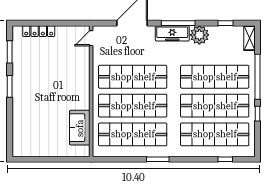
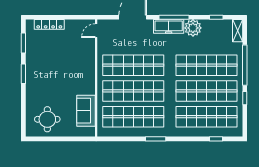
round table: (36, 137) -> (47, 119), added

